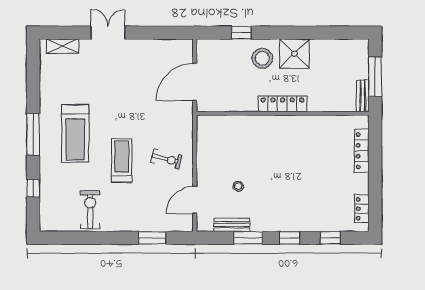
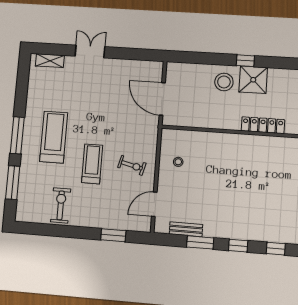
window: (241, 33) -> (245, 61), moved
door: (195, 82) -> (162, 99), hinge flipped
locker: (283, 104) -> (263, 125), moved
treadmill: (75, 134) -> (54, 137), turned 180
stool: (238, 186) -> (178, 162), moved
window: (33, 188) -> (13, 183), width x2.17

